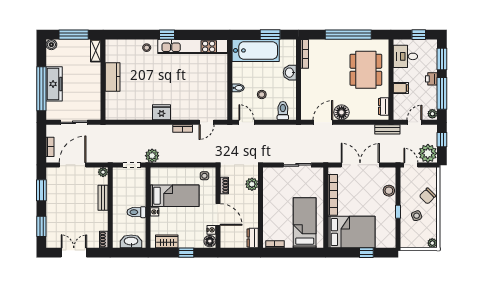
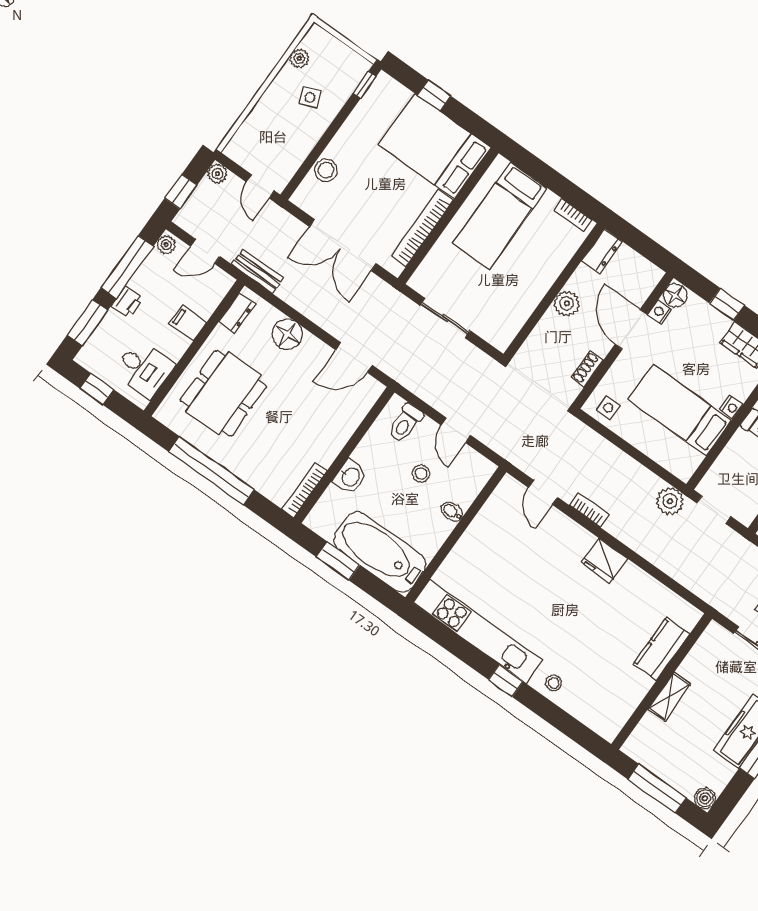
shelving: (96, 51) -> (669, 696), moved
kitchen counter: (113, 77) -> (661, 649), moved
floor lamp: (342, 112) -> (287, 334), moved
door: (207, 122) -> (543, 492), swing flipped
door: (246, 122) -> (456, 430), moved
plant: (428, 153) -> (217, 174), width x0.53, depth x0.53
plant: (252, 184) -> (567, 303), moved
chair: (427, 196) -> (270, 117), removed
window: (398, 212) -> (364, 85), moved
plant: (432, 243) -> (299, 58), moved

